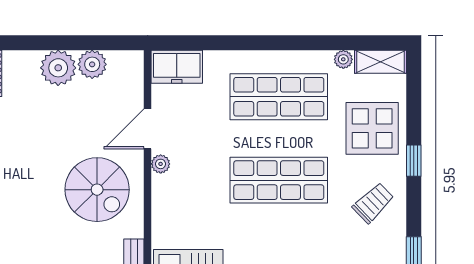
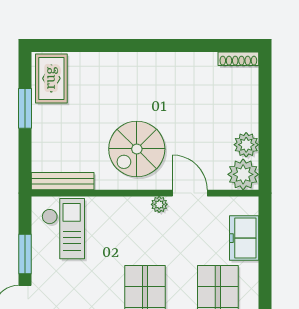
freezer: (177, 67) -> (244, 238), moved
plant: (58, 68) -> (243, 174), moved

